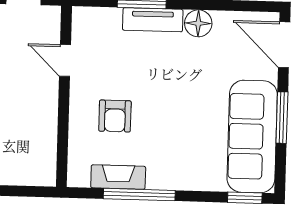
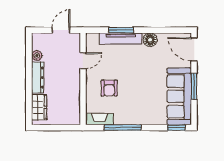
tv unit: (153, 20) -> (121, 39), width x1.41
door: (65, 60) -> (83, 61), swing flipped
fireplace: (118, 177) -> (99, 119), moved

